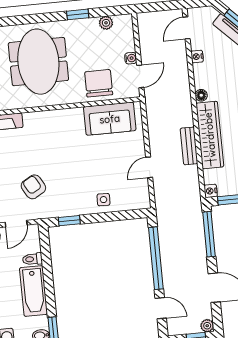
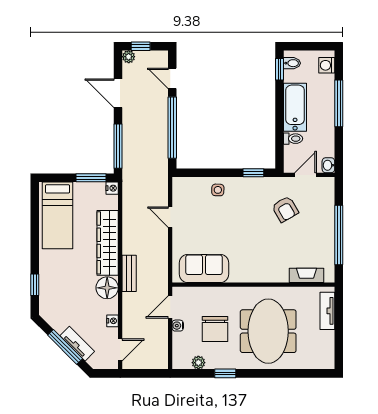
chair: (99, 83) -> (215, 329), moved
floor lamp: (201, 95) -> (107, 288), width x1.89, depth x1.89
bench: (189, 146) -> (129, 273), moved
door: (149, 167) -> (170, 217), swing flipped

